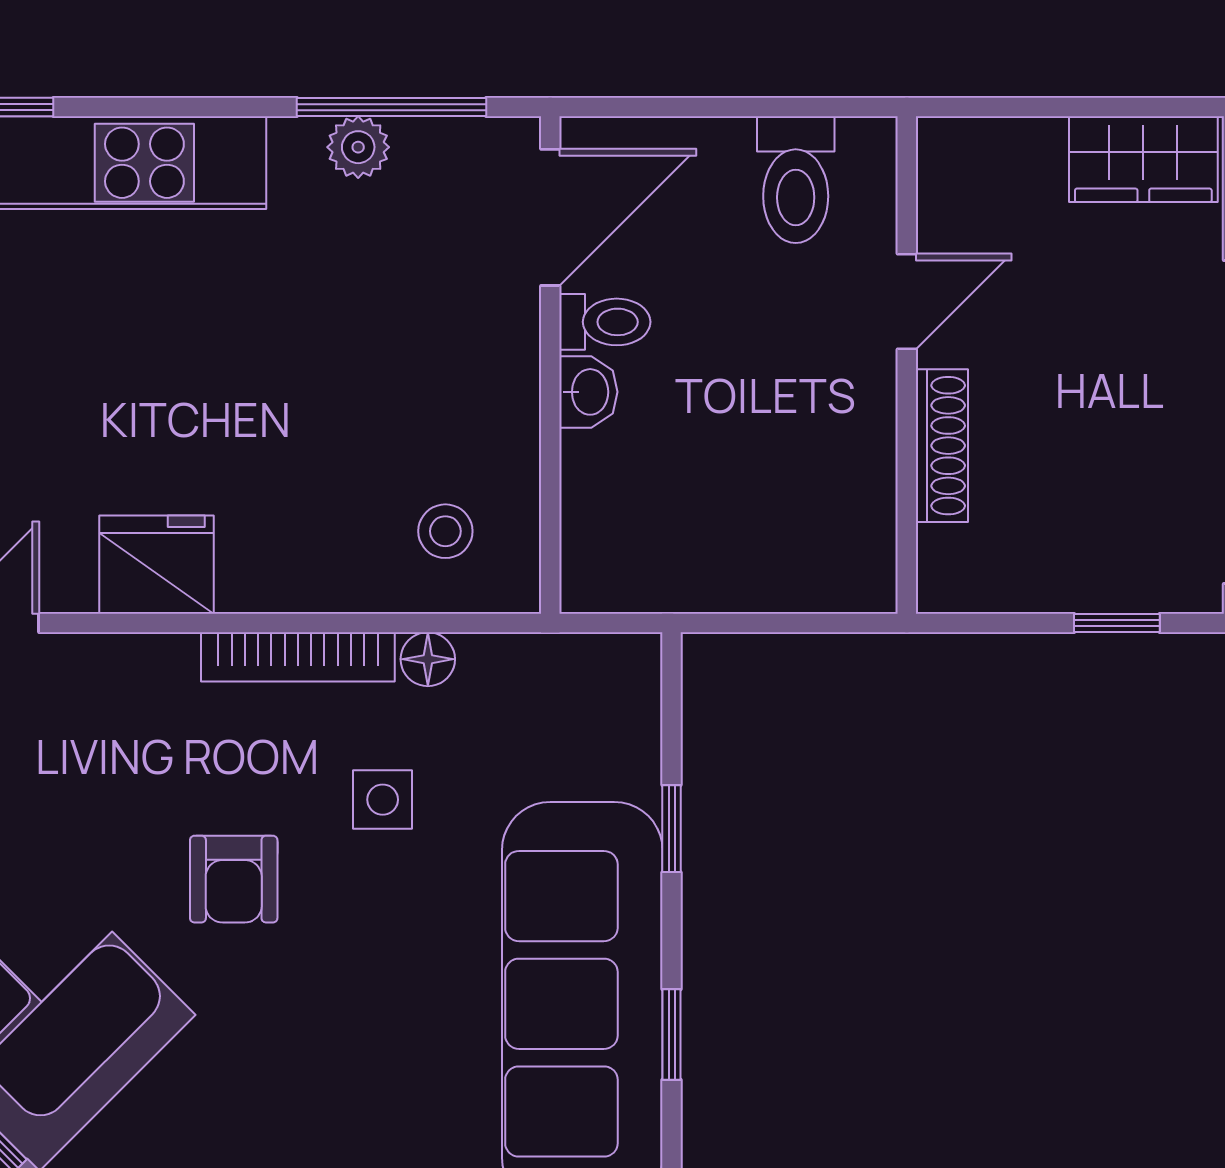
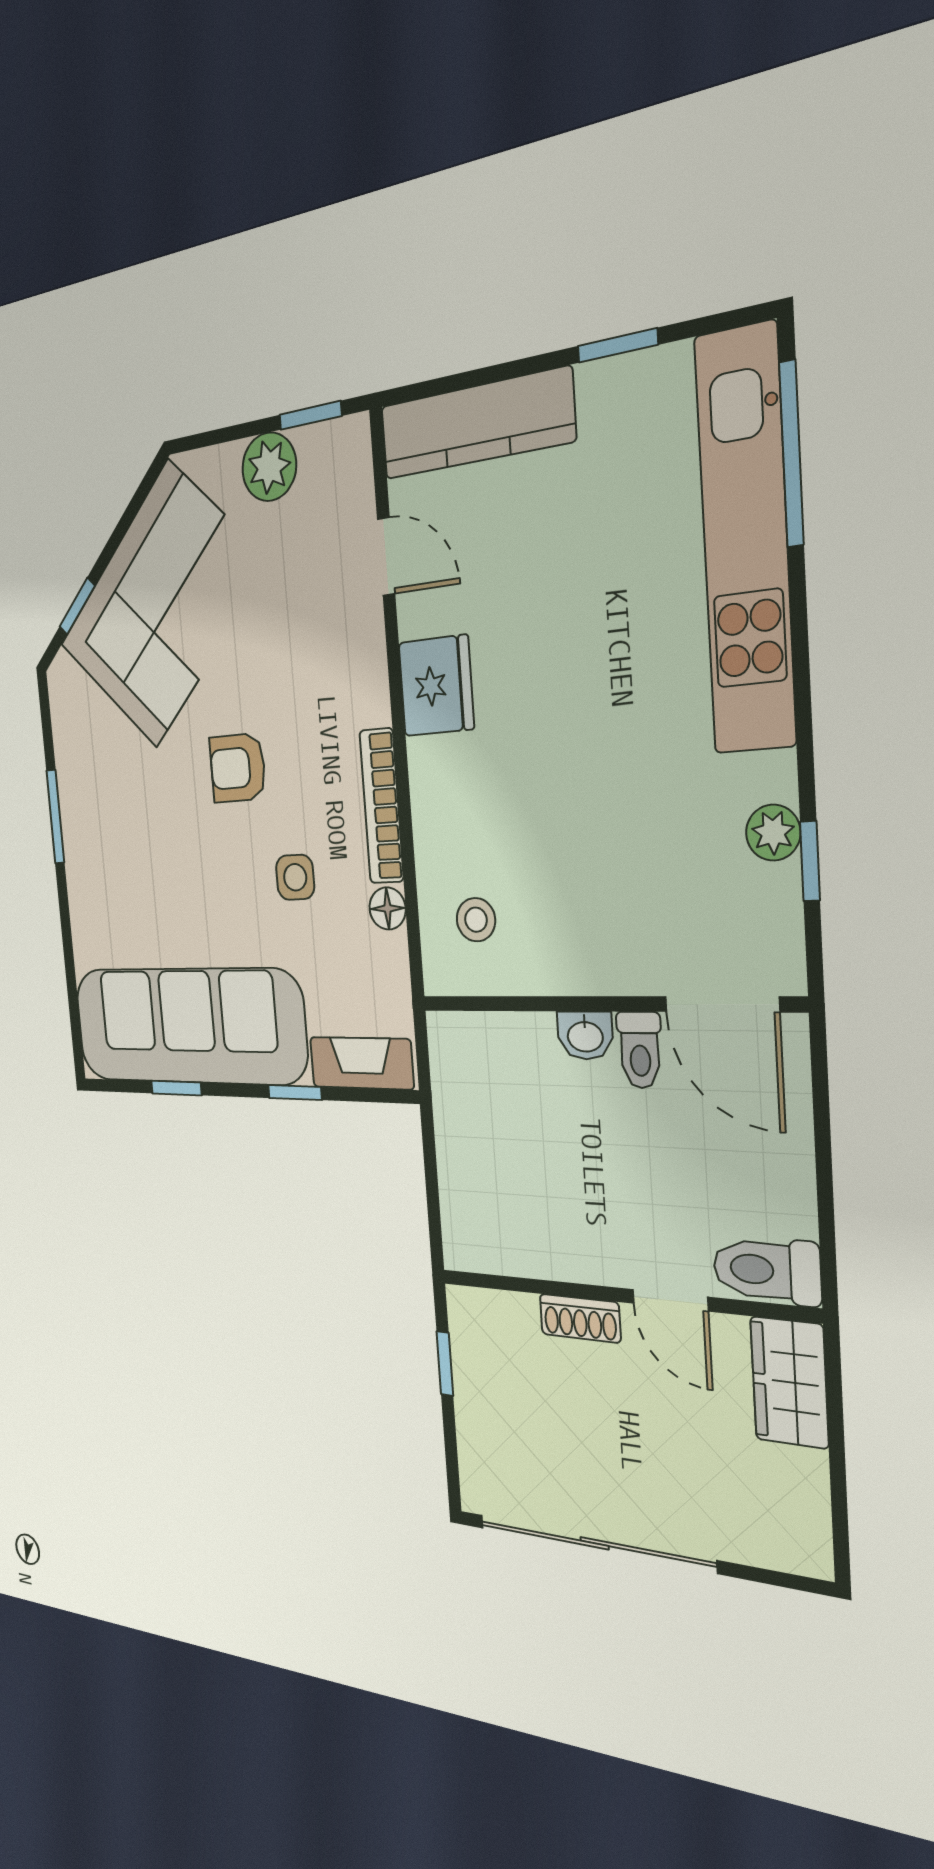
window: (391, 107) -> (810, 861), width x0.46
wardrobe: (1143, 159) -> (789, 1382), moved
toilet: (796, 180) -> (767, 1270), moved
shoe rack: (942, 446) -> (580, 1318), width x0.70
window: (1117, 623) -> (445, 1364), moved
fireplace: (629, 717) -> (361, 1063), added

